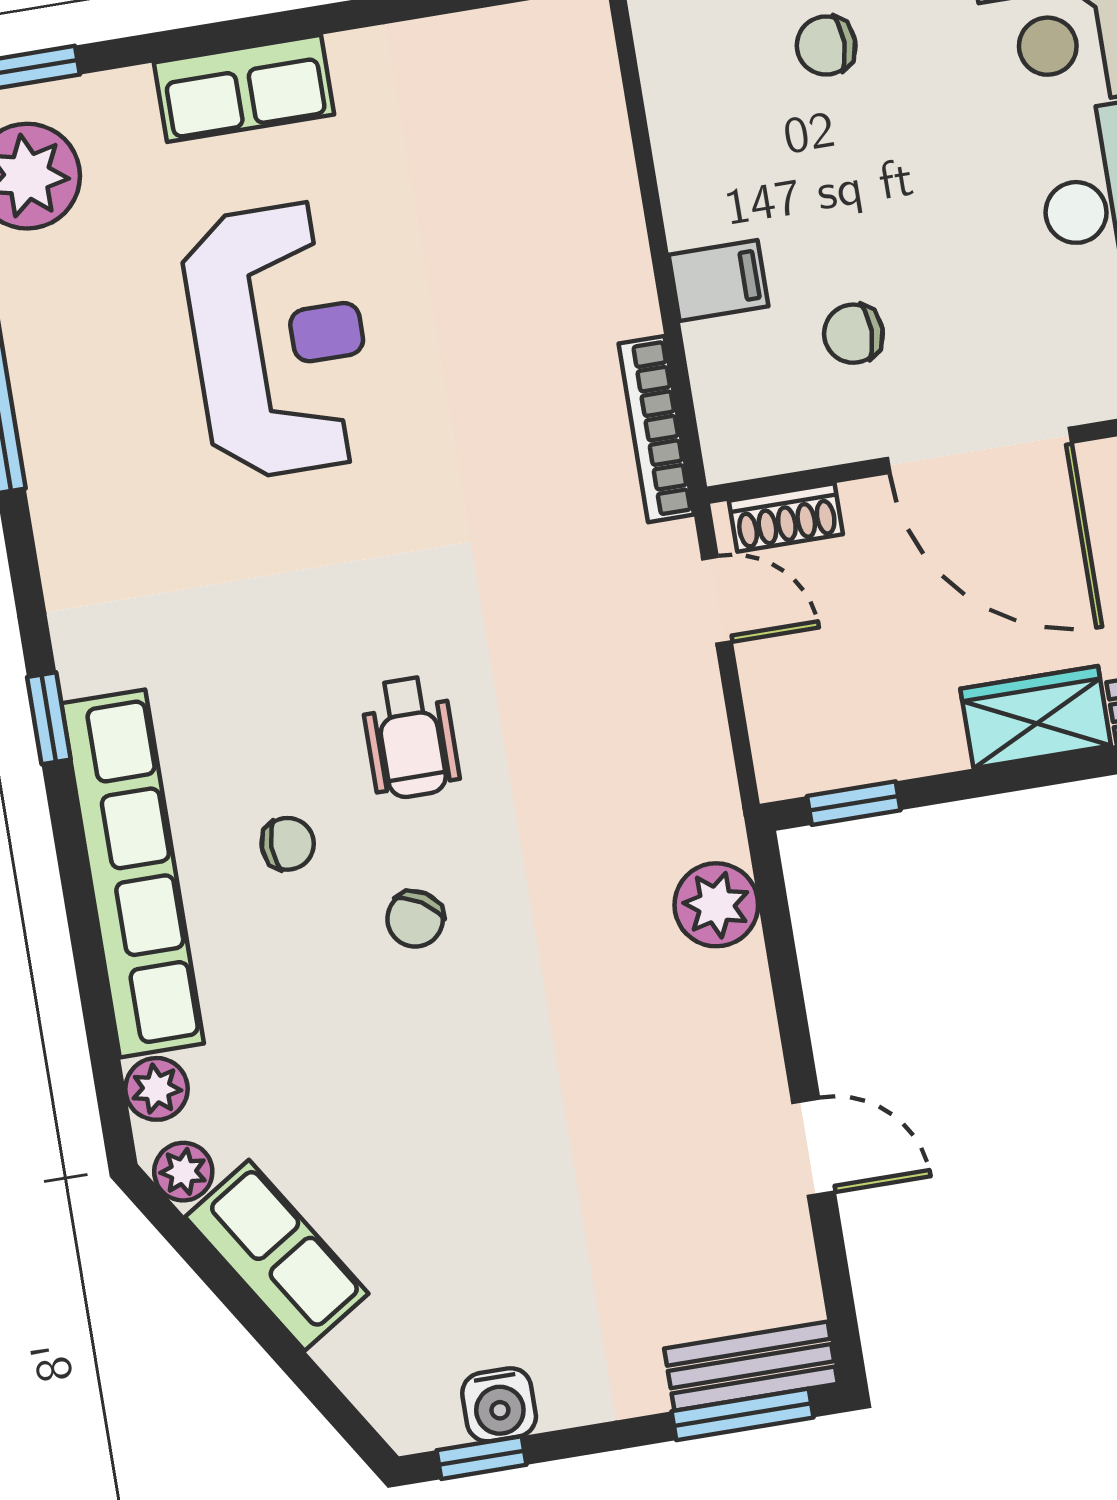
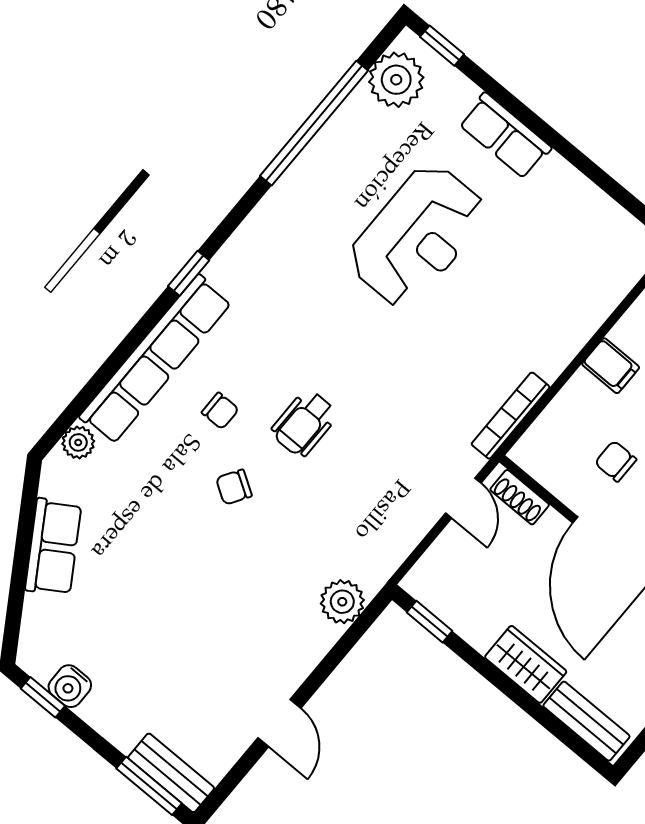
filing cabinet: (719, 281) -> (611, 366), moved
plant: (183, 1172) -> (55, 481), removed

